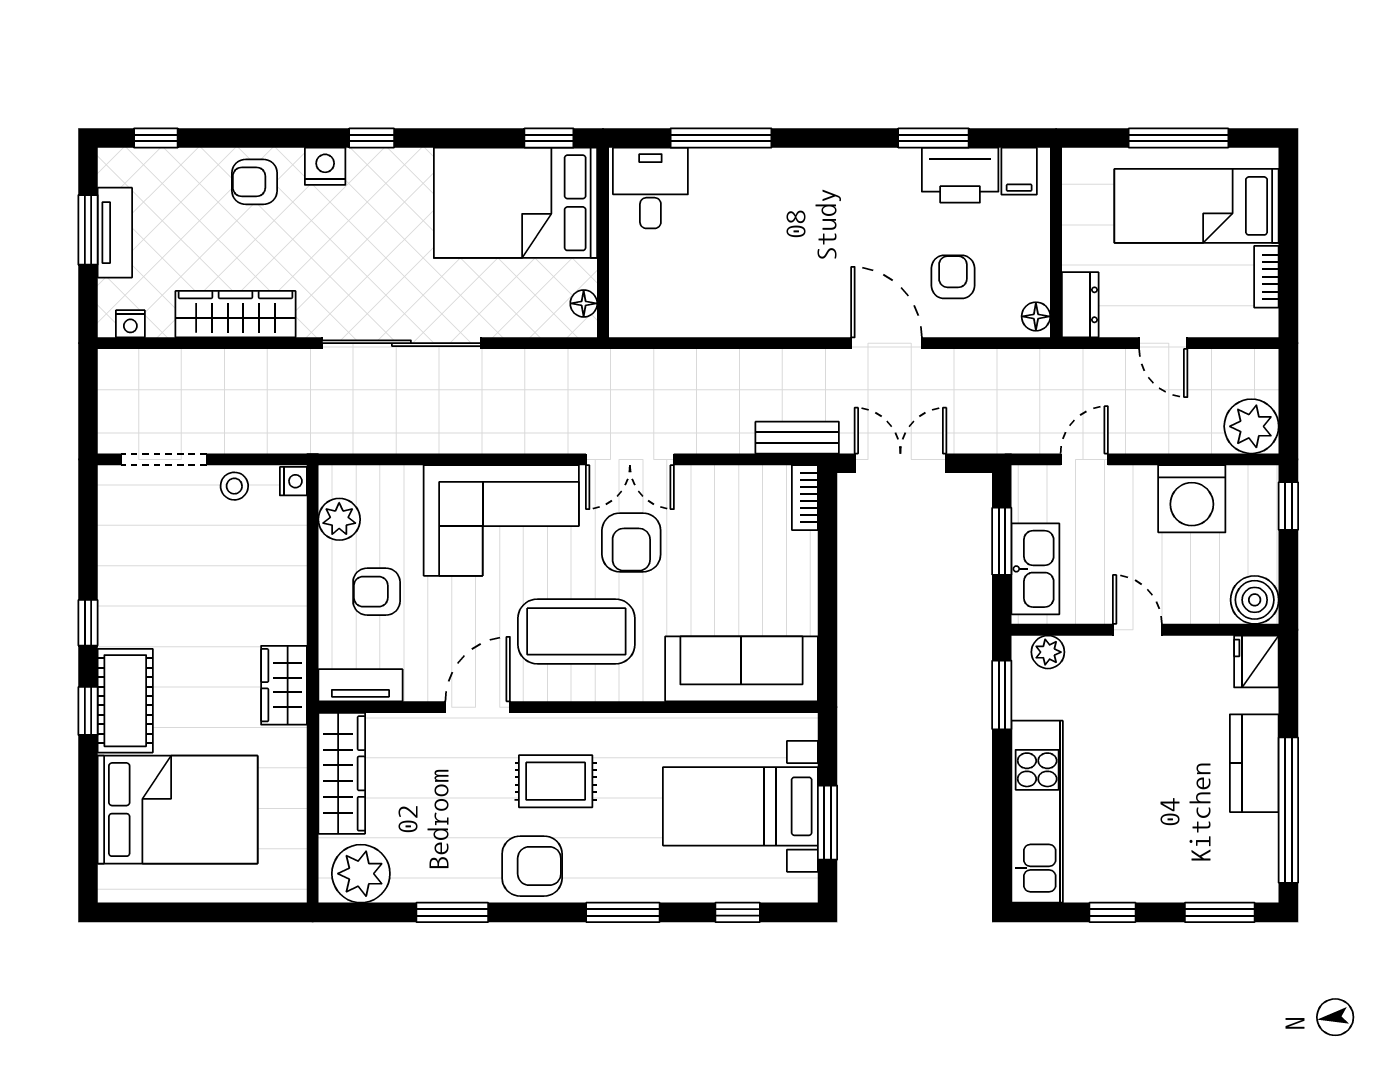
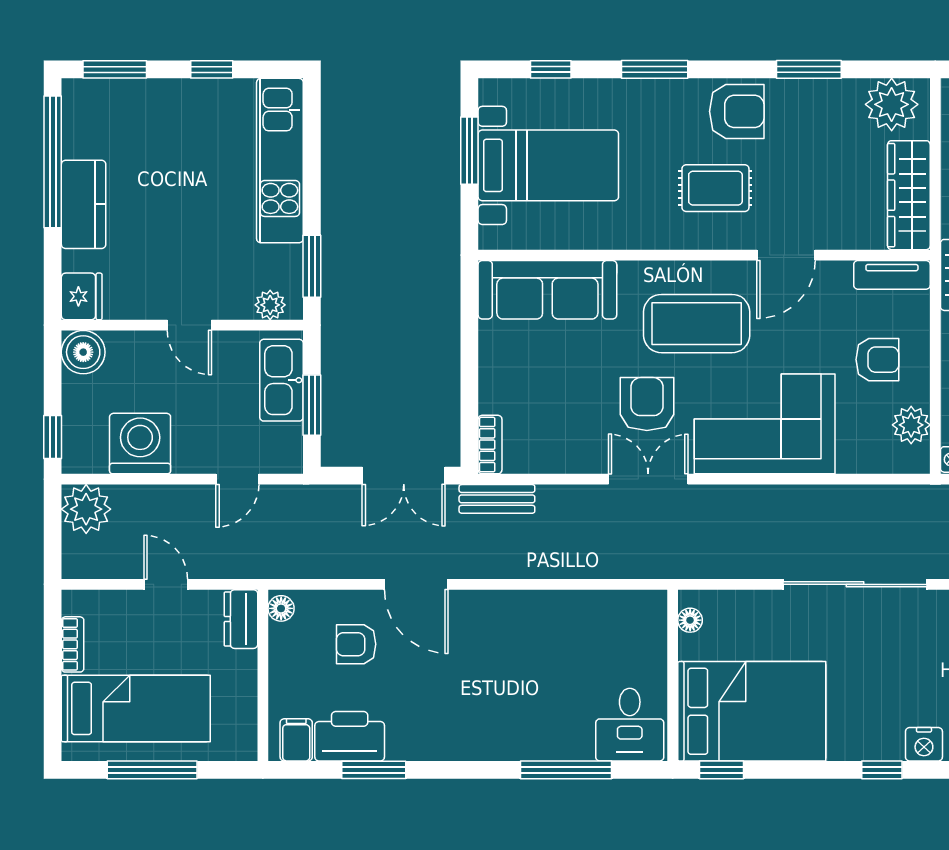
armchair: (953, 277) -> (356, 644), turned 90
armchair: (532, 866) -> (737, 111), turned 180

